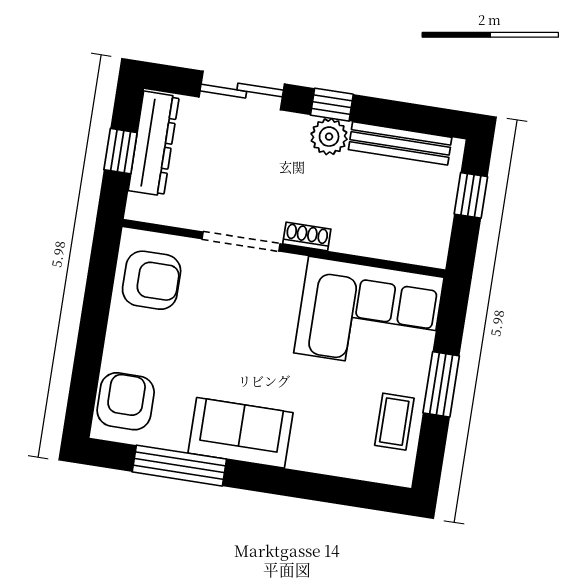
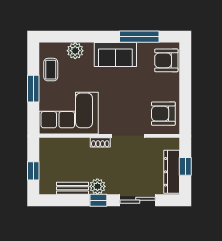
bench: (400, 143) -> (73, 188), width x0.73
armchair: (126, 401) -> (166, 60), turned 90
plant: (331, 456) -> (75, 51), added

